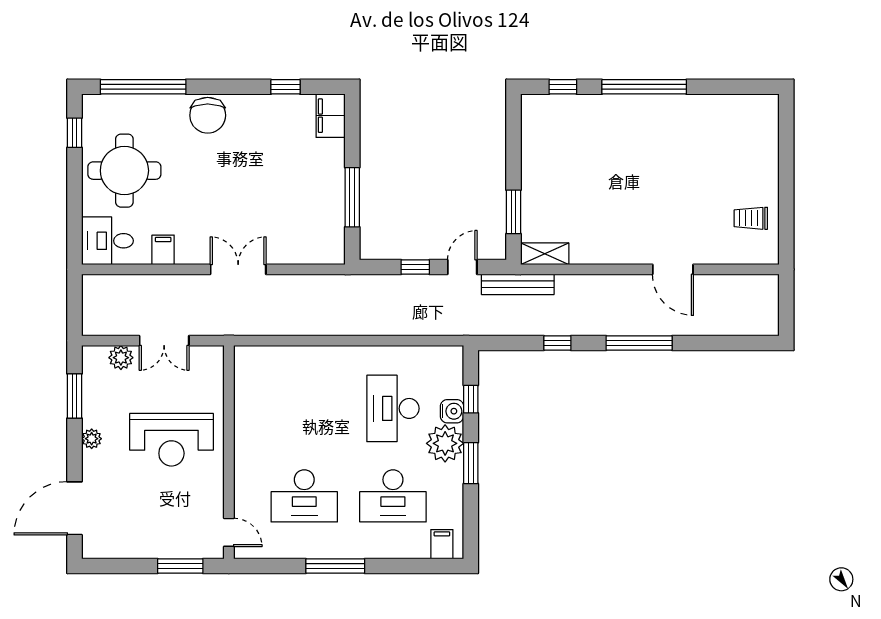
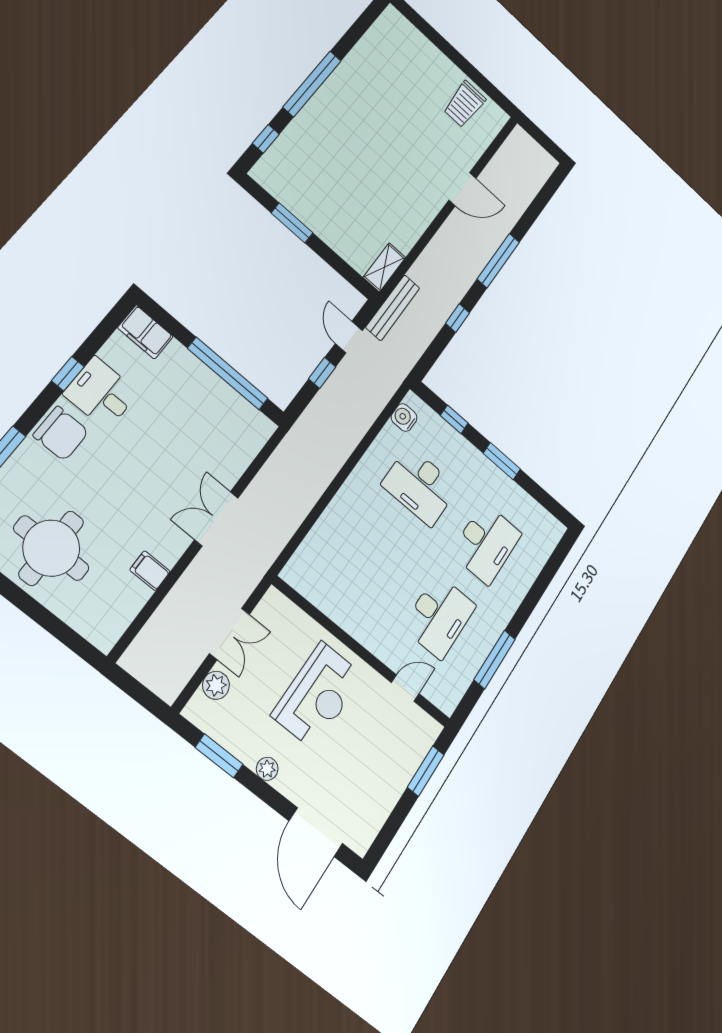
window: (286, 87) -> (68, 374), moved
window: (352, 197) -> (228, 374), width x1.46
window: (513, 212) -> (292, 223), moved
trolley: (751, 218) -> (465, 104), width x1.36, depth x1.39
desk: (107, 241) -> (101, 393), moved, turned 90
water cooler: (452, 411) -> (404, 418), moved, turned -90
plant: (445, 443) -> (474, 468), removed
door: (229, 532) -> (405, 688), moved
filing cabinet: (442, 544) -> (547, 536), removed
window: (335, 566) -> (495, 659), moved

